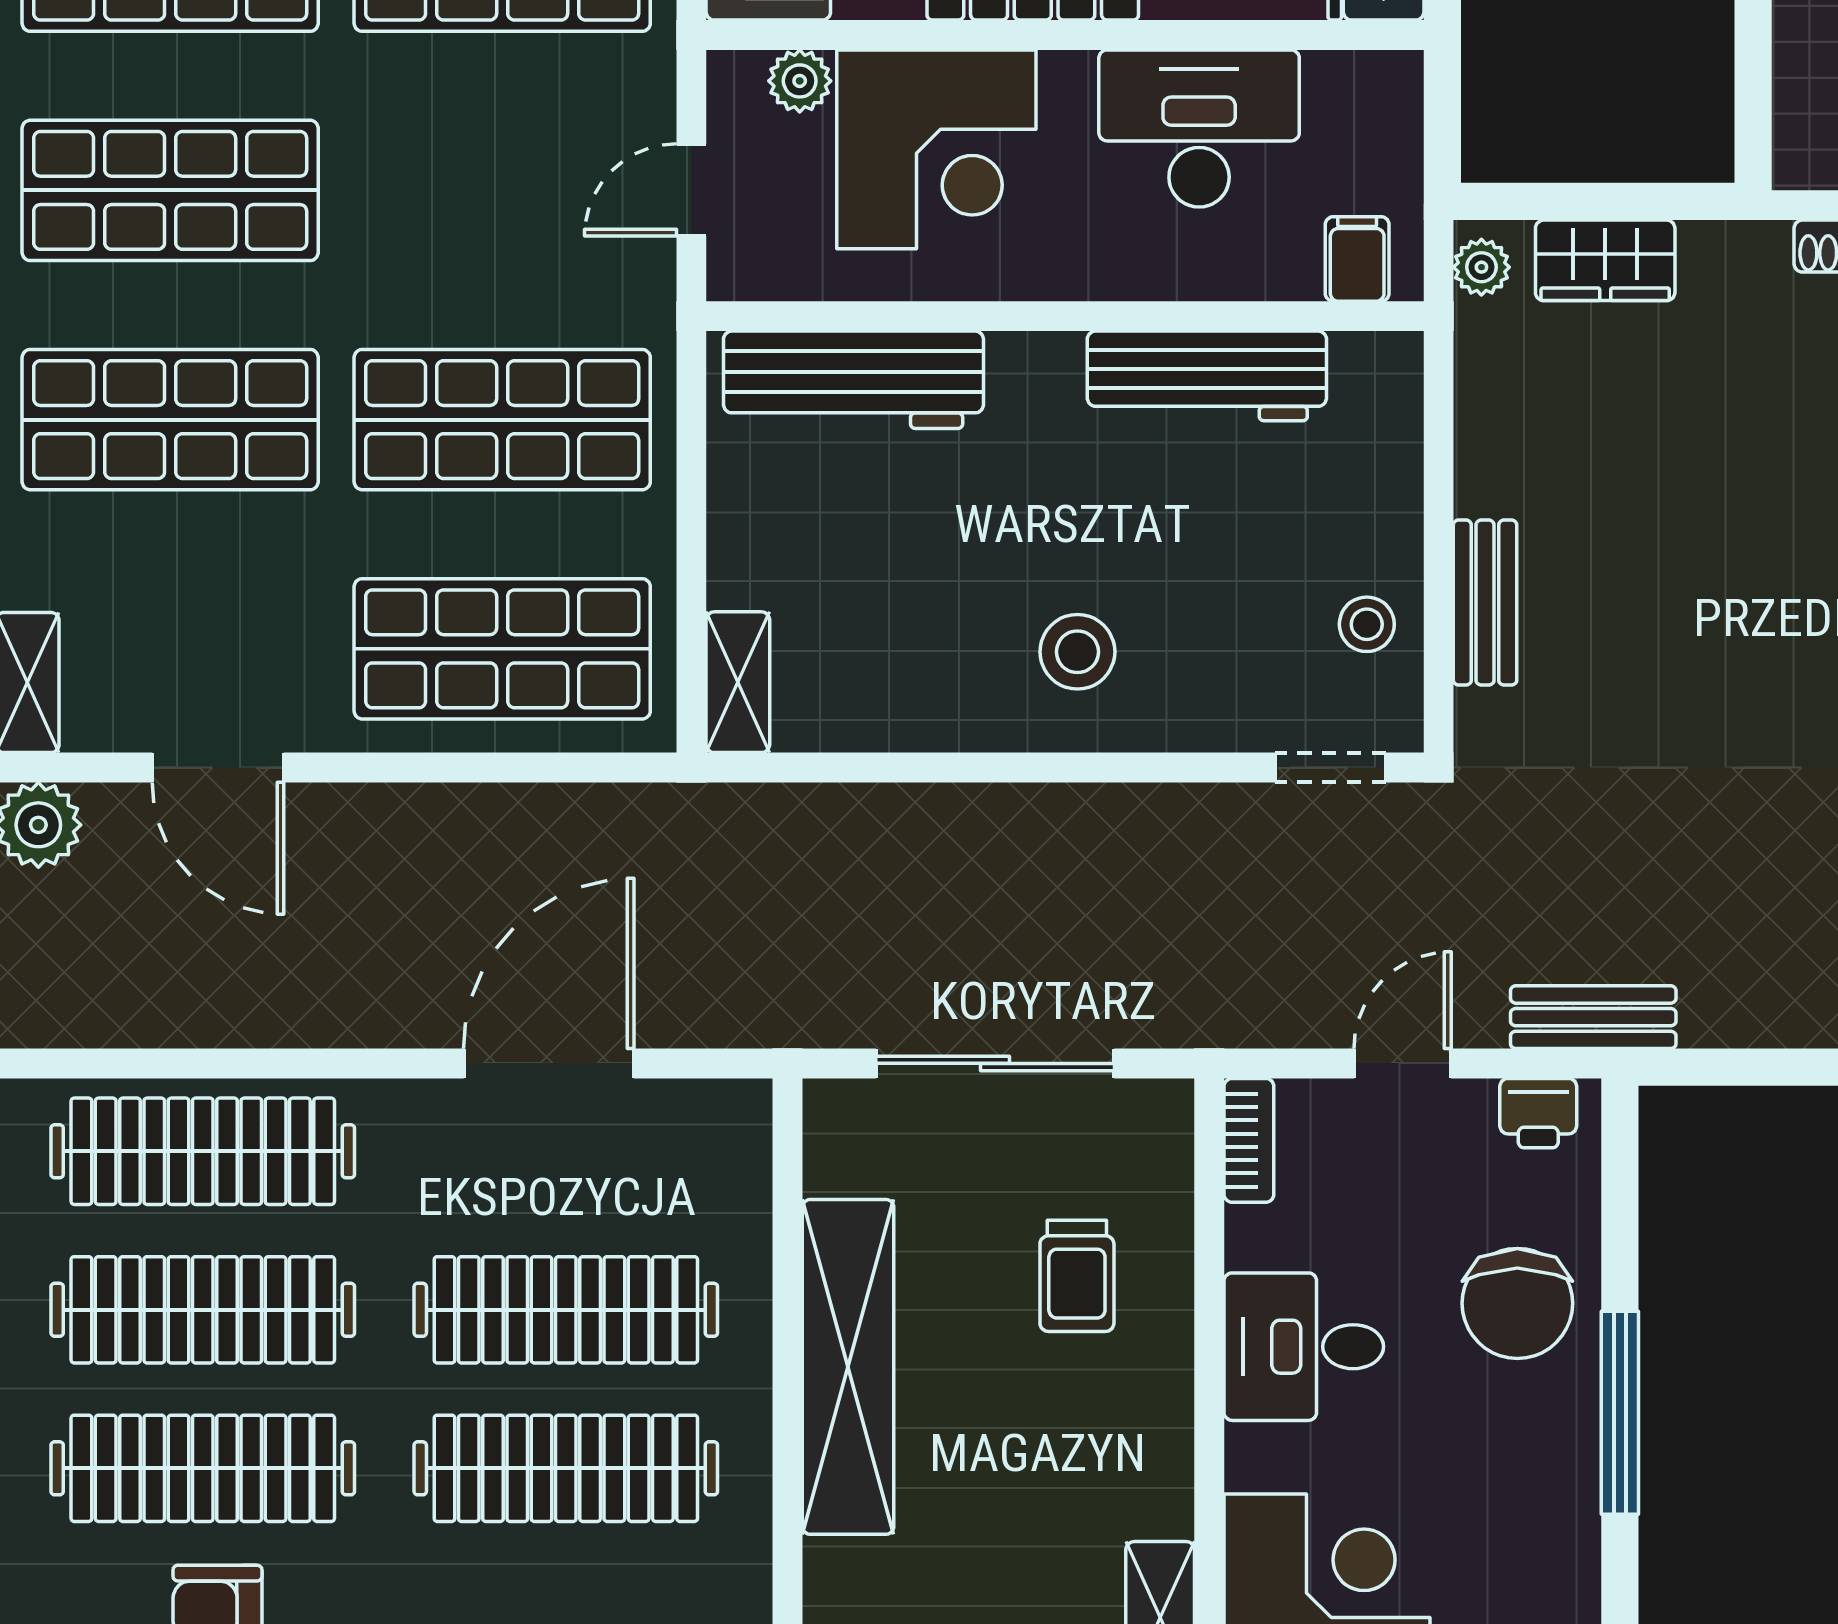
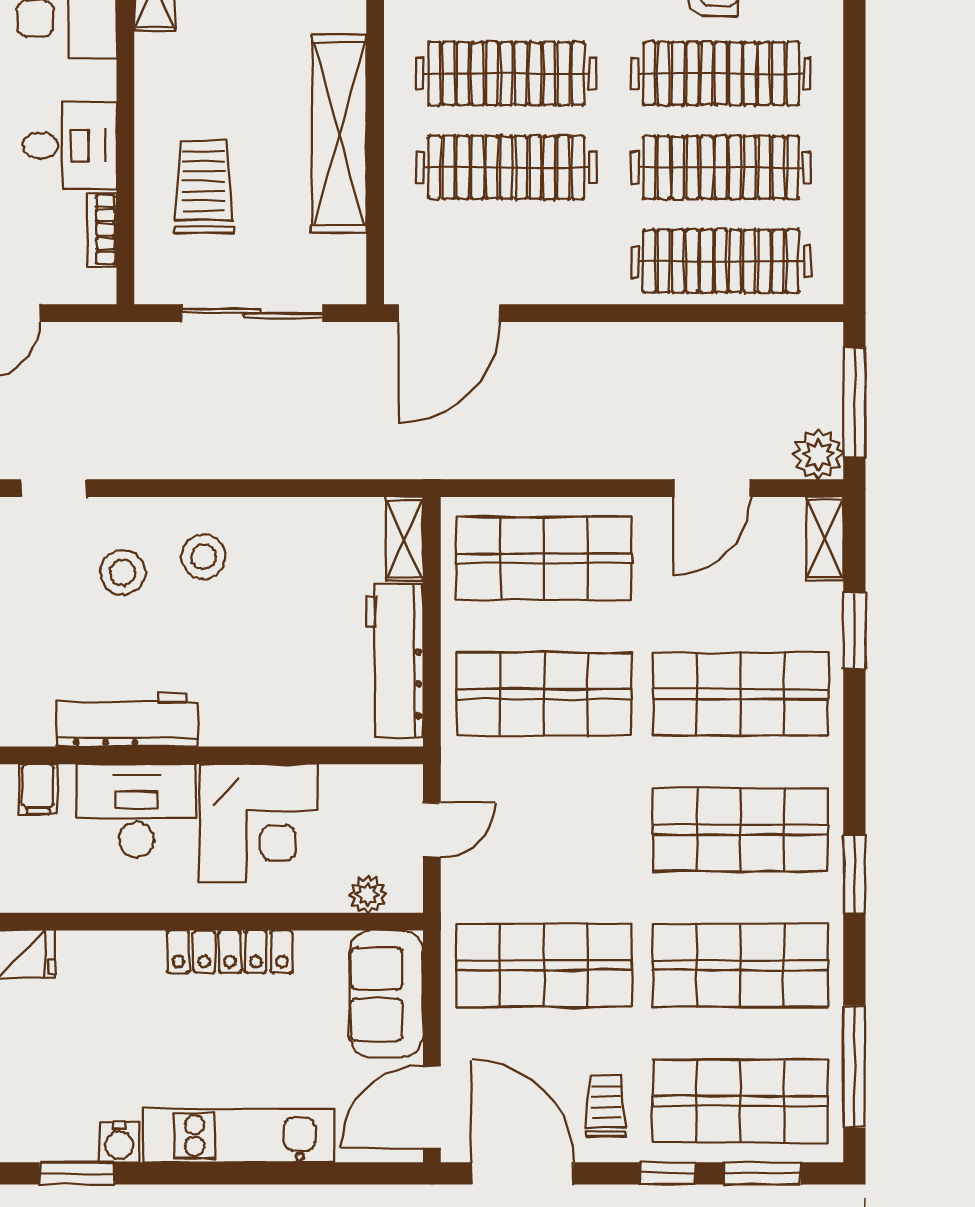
desk: (1199, 128) -> (136, 811), moved, turned 180
corner desk: (936, 149) -> (258, 823), moved, turned 180
workbench: (853, 380) -> (394, 661), moved, turned -90
stool: (1367, 624) -> (123, 572), moved, width x1.37, depth x1.37
door: (218, 768) -> (712, 488), swing flipped
door: (549, 1063) -> (449, 313), moved
bookcase: (1249, 1140) -> (102, 229), moved
trolley: (1077, 1276) -> (204, 187), width x1.36, depth x1.39

